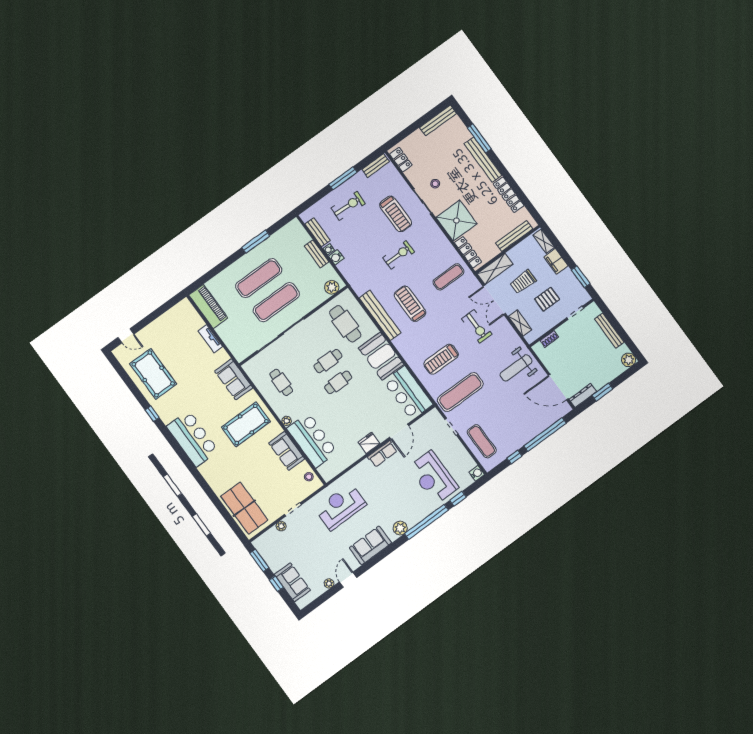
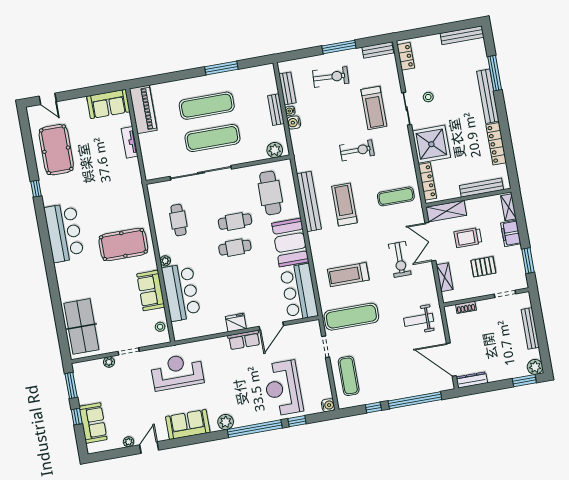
weight bench: (516, 368) -> (419, 320), width x0.73, depth x0.75
sofa: (234, 379) -> (108, 104), moved, turned -90
window: (603, 392) -> (524, 381), moved

